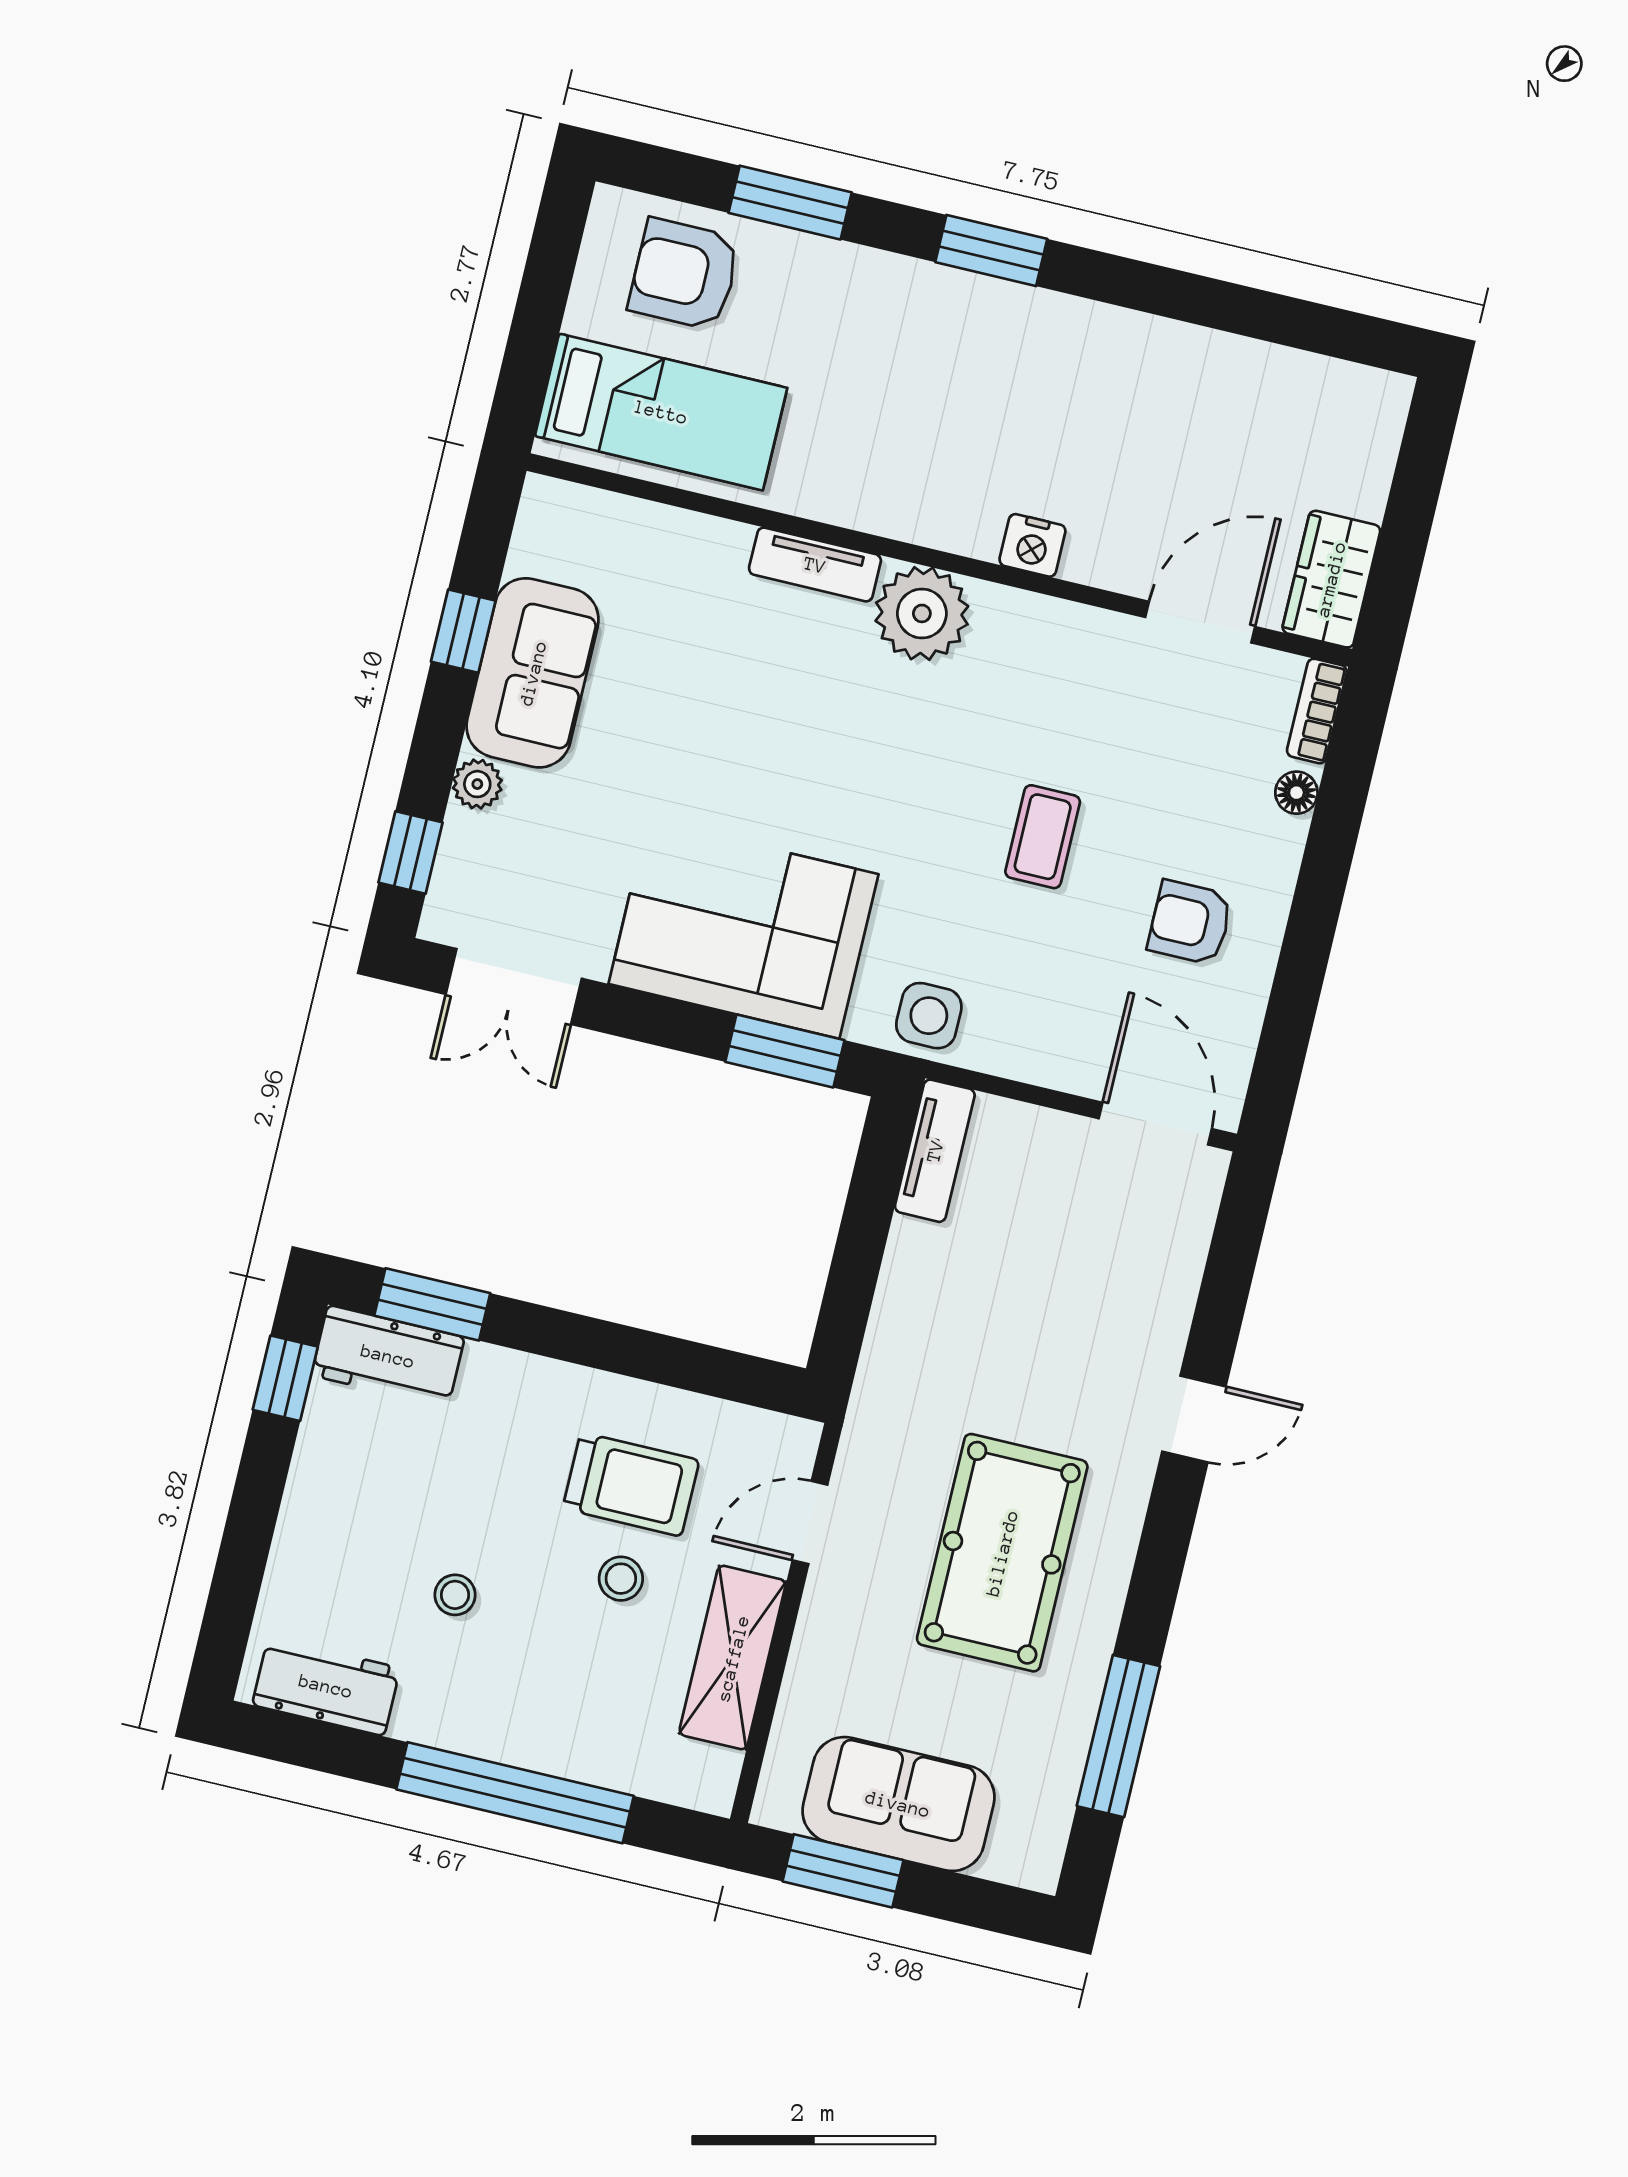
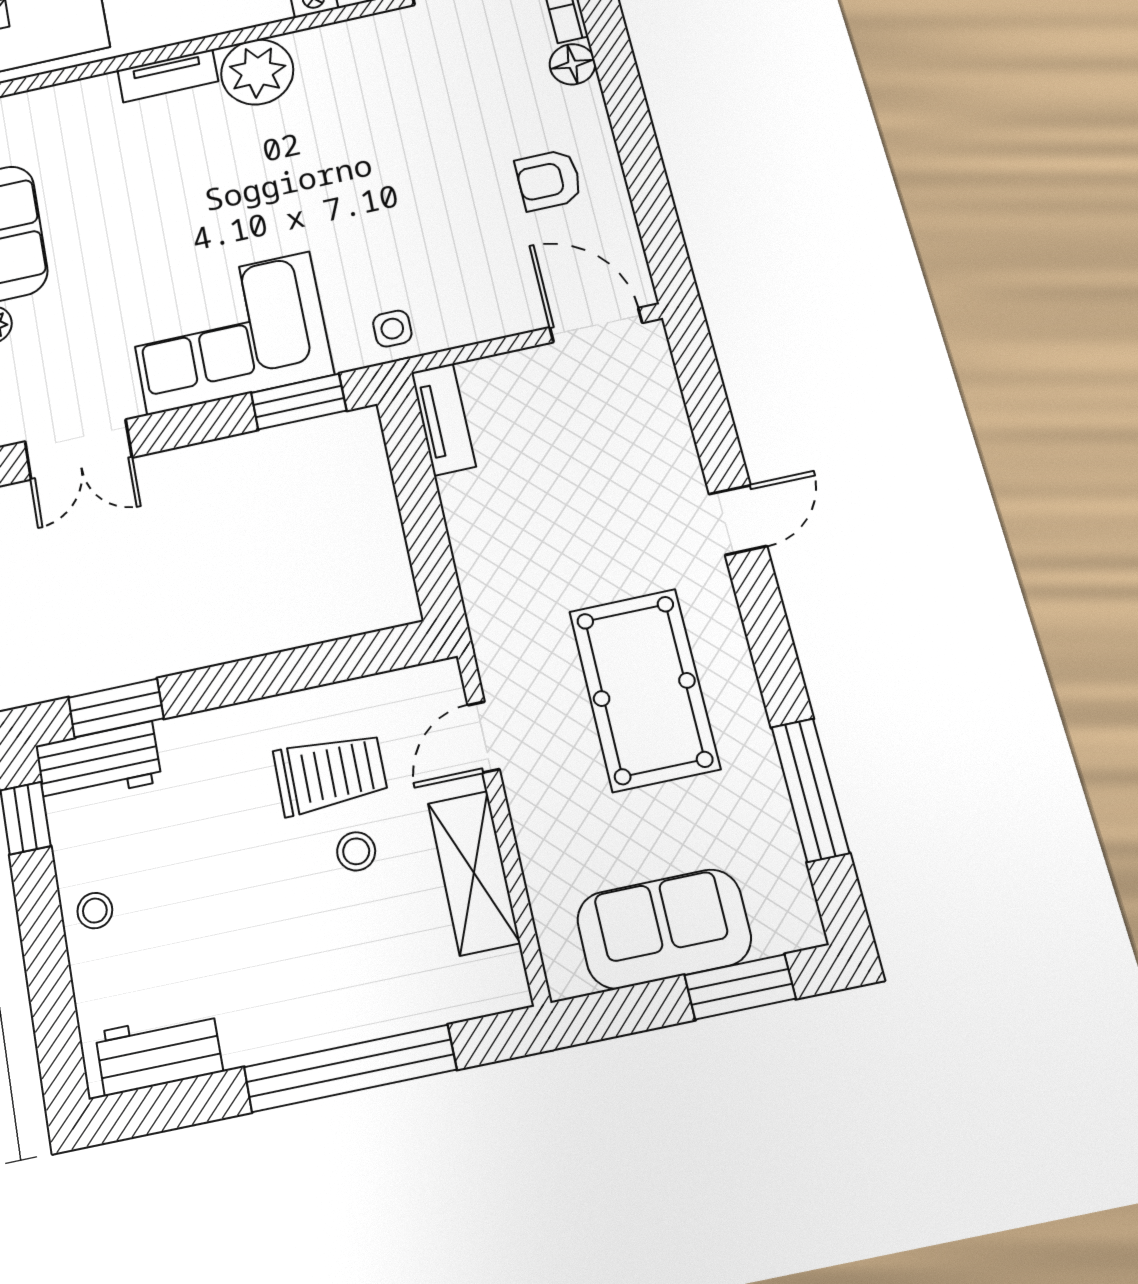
floor lamp: (1296, 793) -> (572, 64), width x1.37, depth x1.37
coffee table: (1043, 837) -> (414, 173), removed
side table: (929, 1016) -> (392, 329), width x0.73, depth x0.73
stool: (455, 1595) -> (95, 911), moved
window: (843, 1871) -> (740, 987), moved

